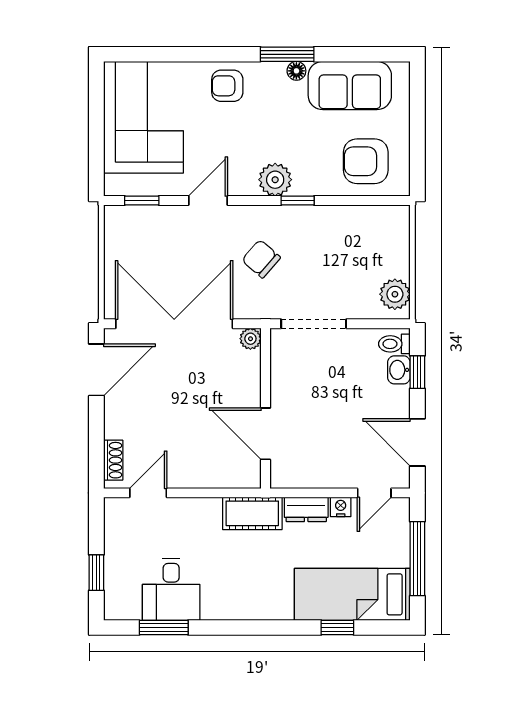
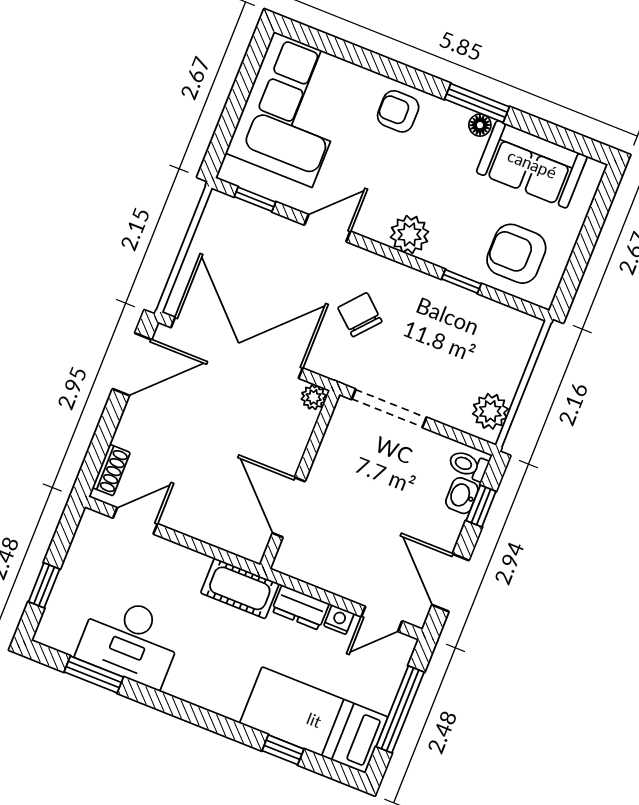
window: (298, 200) -> (461, 281), moved
desk: (171, 589) -> (130, 641), width x1.37

